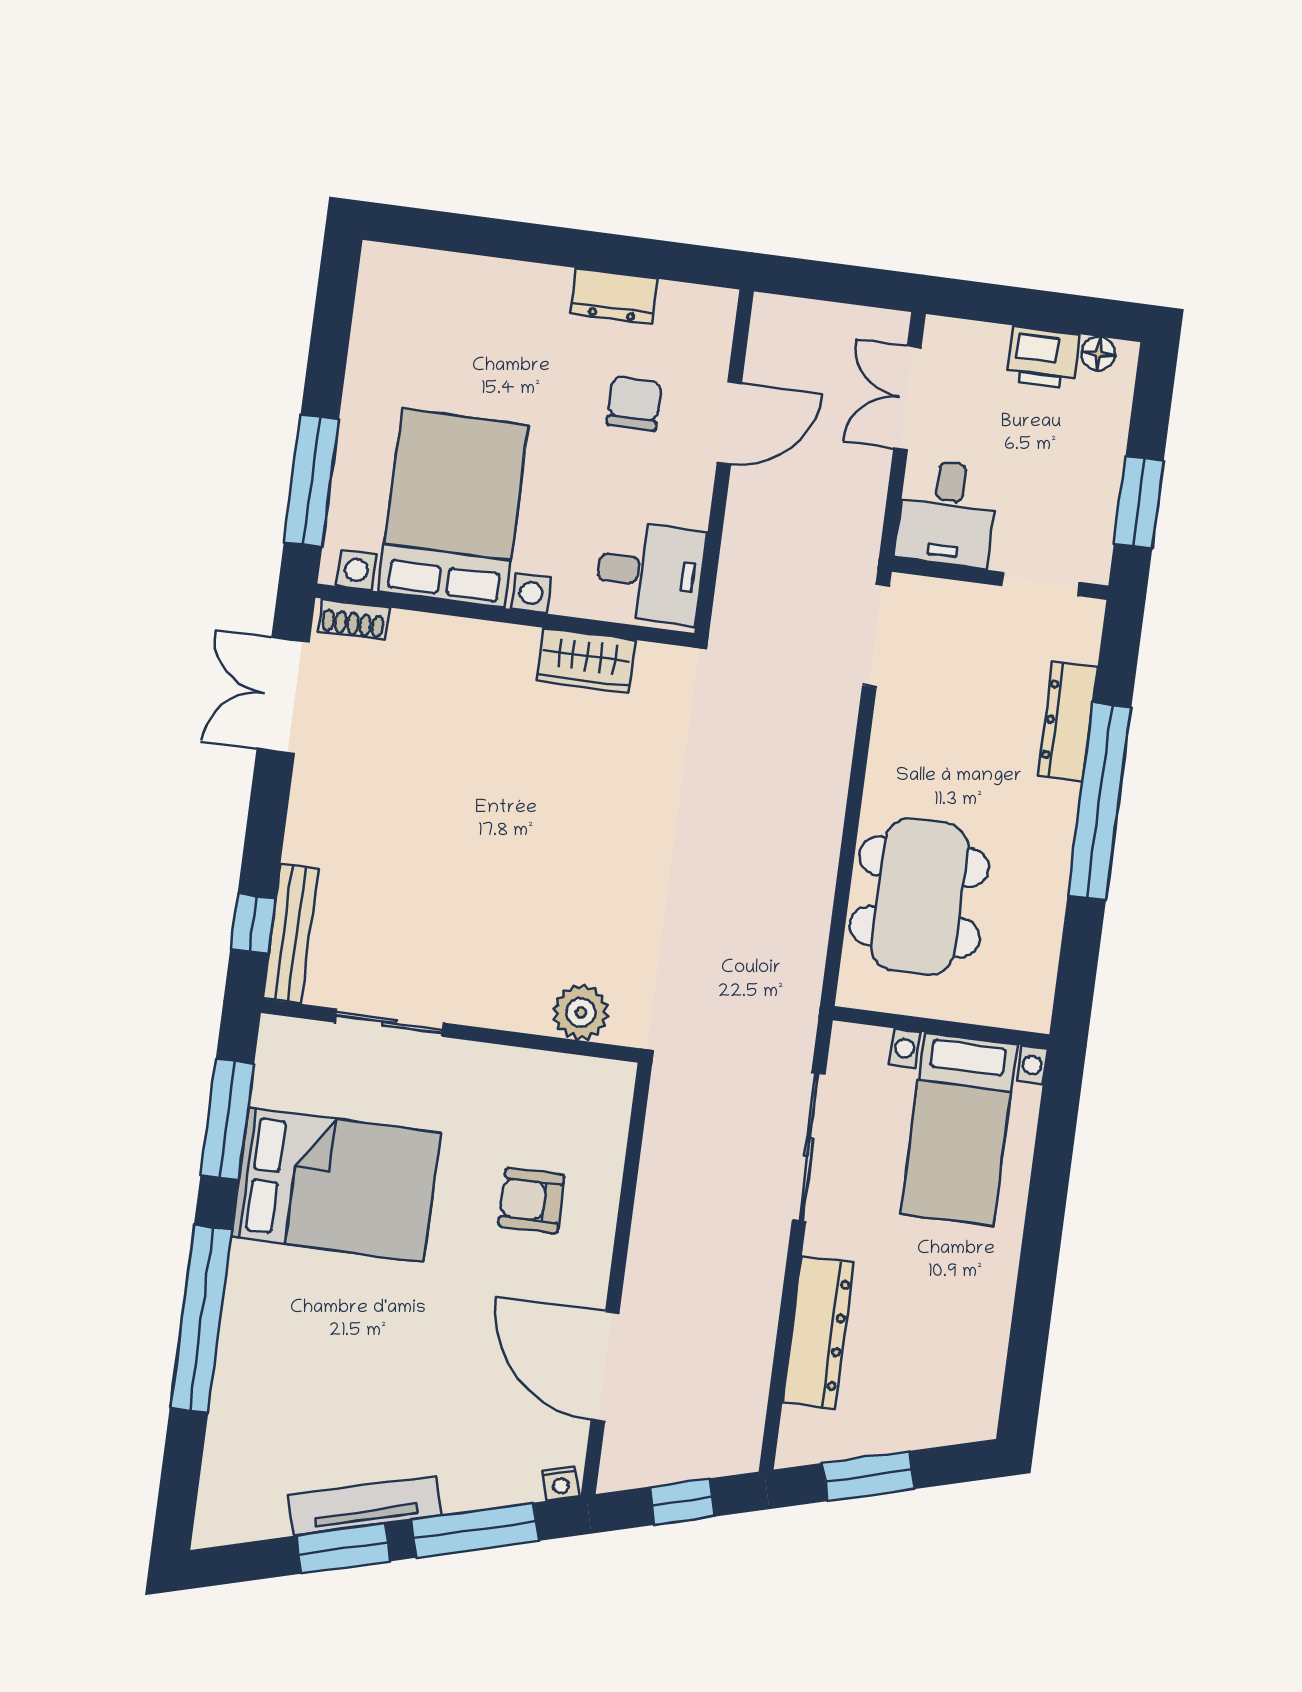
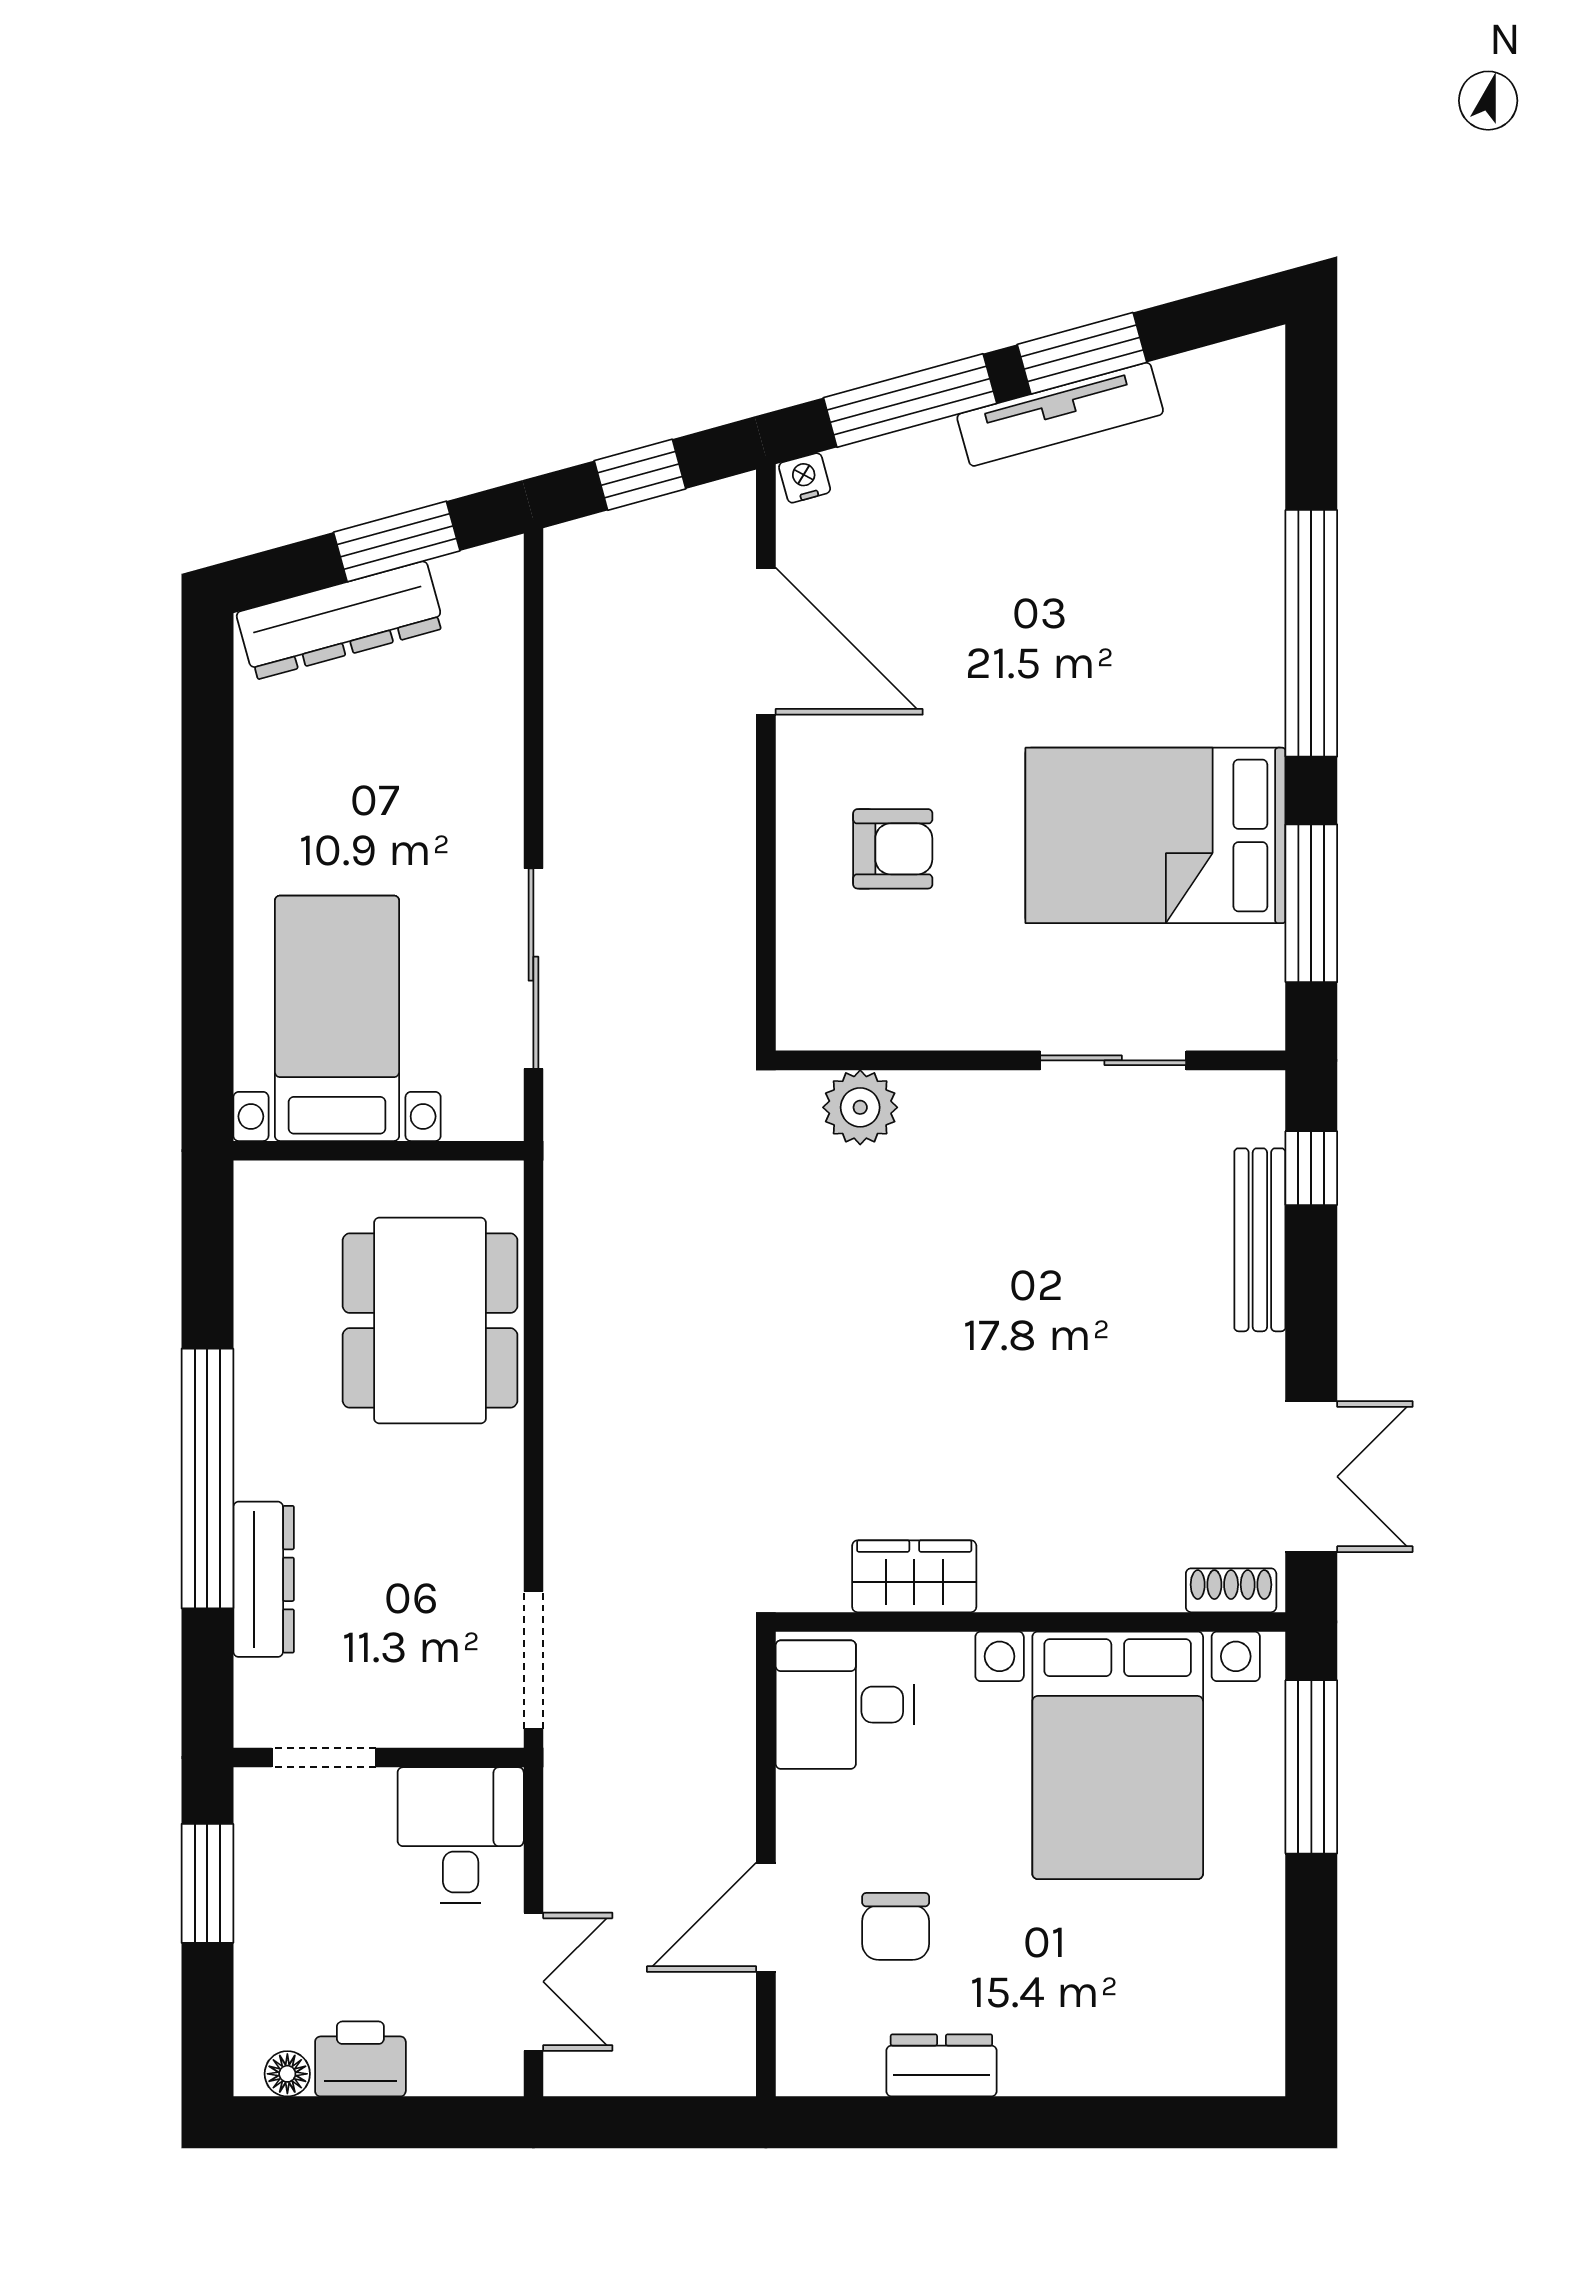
bench: (290, 934) -> (1260, 1240), moved
dresser: (818, 1333) -> (340, 620), moved, turned -105

